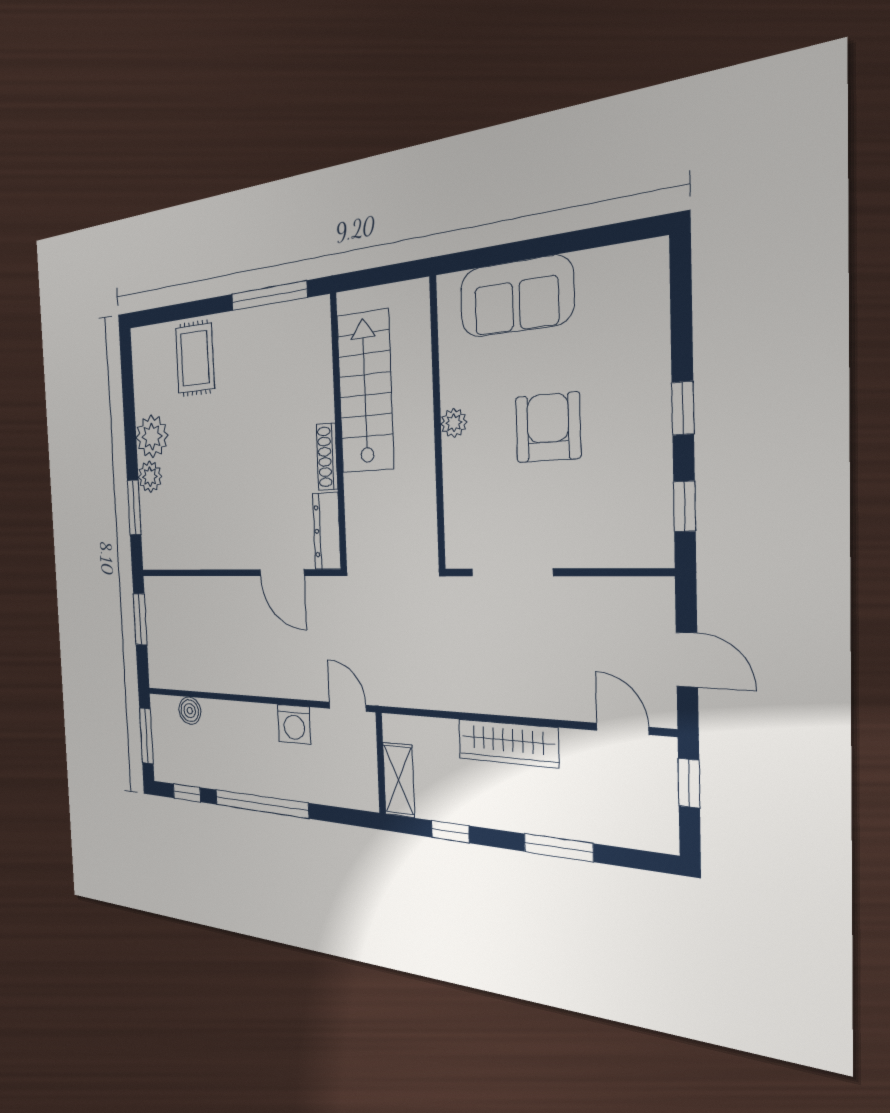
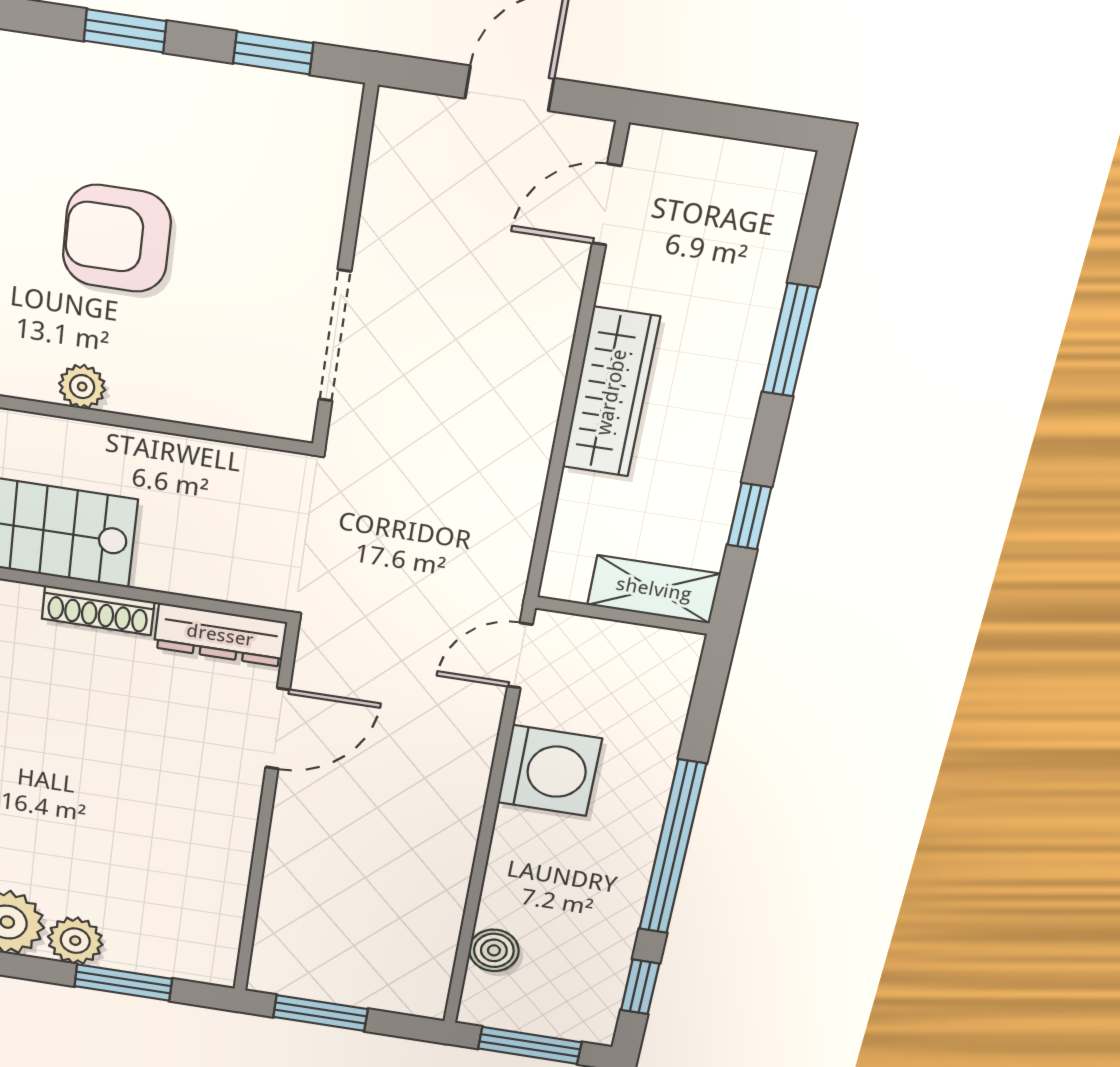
washing machine: (294, 724) -> (549, 771), width x1.37, depth x1.37
window: (689, 783) -> (703, 117), removed

